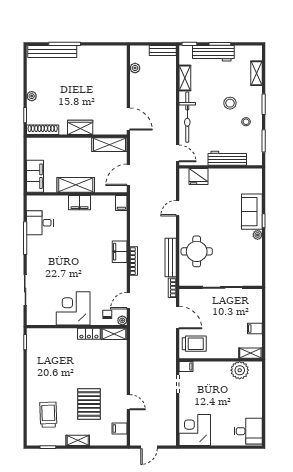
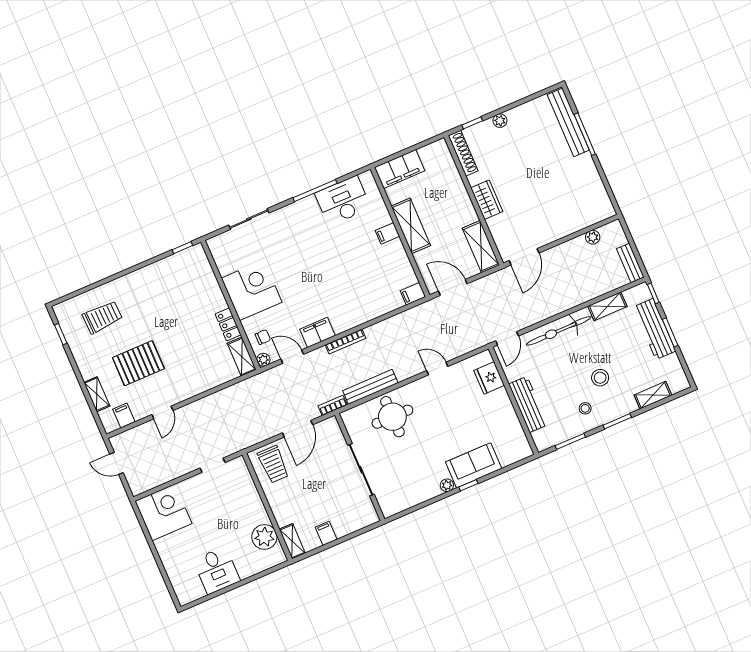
filing cabinet: (80, 203) -> (387, 233), width x0.50
desk: (40, 223) -> (343, 201), width x1.37
filing cabinet: (120, 252) -> (317, 332), moved
filing cabinet: (186, 366) -> (240, 466), removed
desk: (248, 431) -> (217, 570), moved
shelving: (78, 440) -> (97, 394), moved

